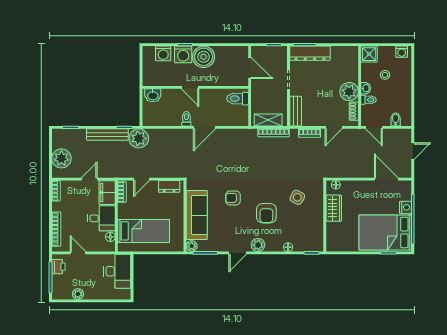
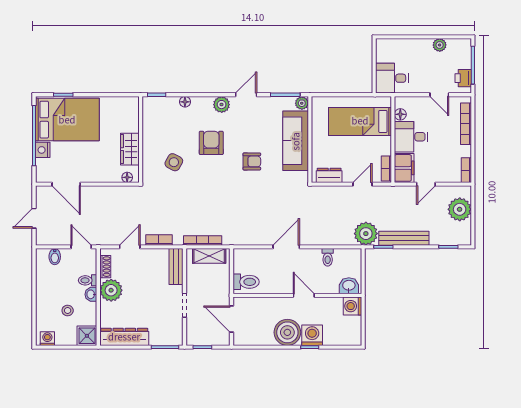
washing machine: (163, 53) -> (352, 306), moved, turned -90
dresser: (310, 53) -> (124, 337), moved
toilet: (186, 119) -> (328, 257), moved
desk: (117, 271) -> (392, 78), width x0.73

